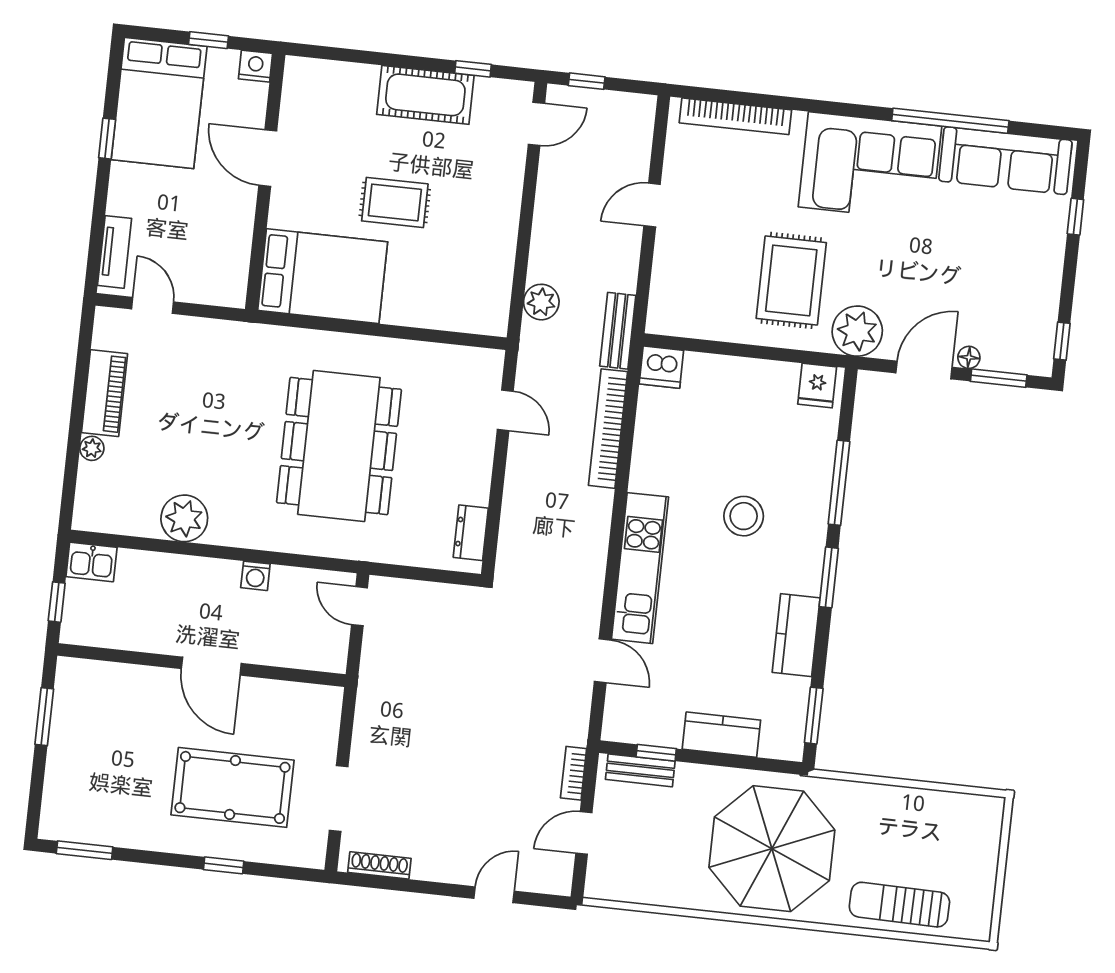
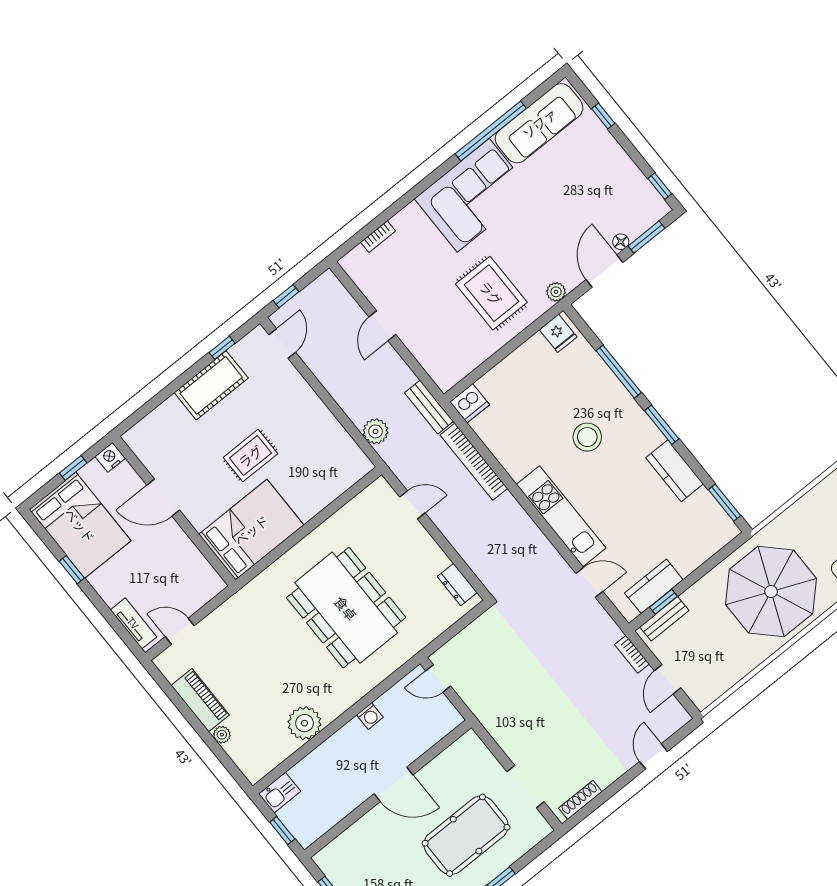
bookcase: (735, 116) -> (378, 237), width x0.43, depth x0.76
plant: (857, 331) -> (556, 292), width x0.53, depth x0.53
kitchen counter: (721, 735) -> (654, 586), moved

